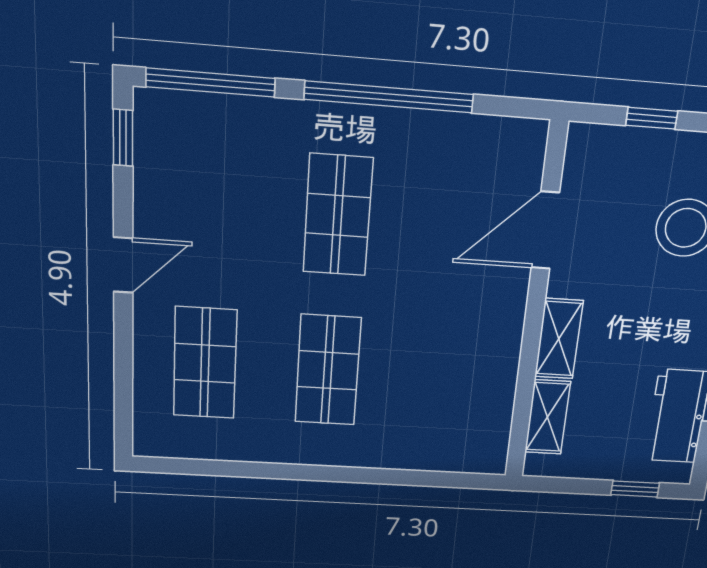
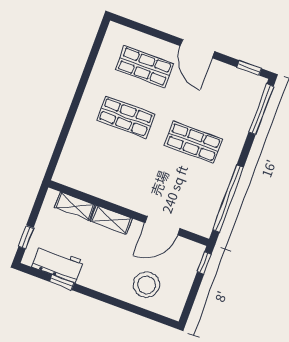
window: (389, 97) -> (228, 199), moved
window: (652, 118) -> (204, 263), moved
door: (545, 230) -> (162, 226), swing flipped
door: (123, 265) -> (197, 49), width x1.38

